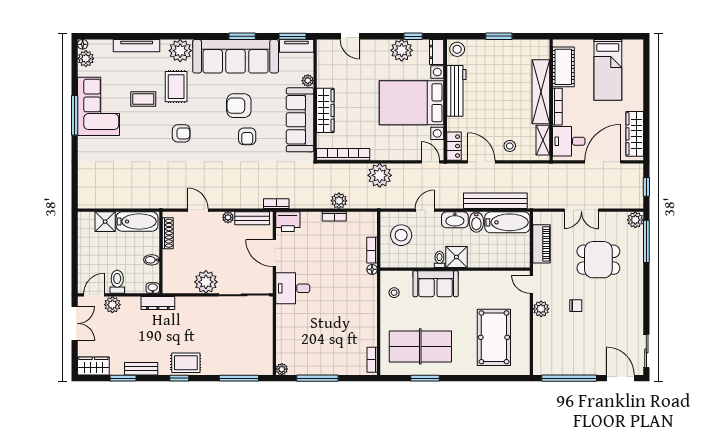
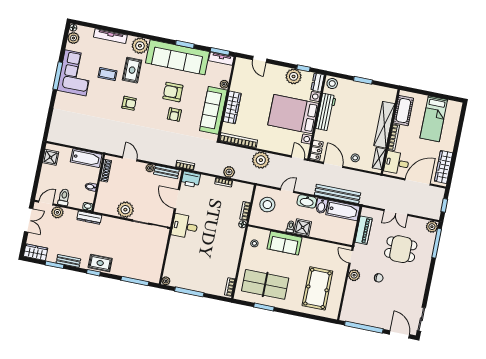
shower: (105, 222) -> (51, 157), moved

